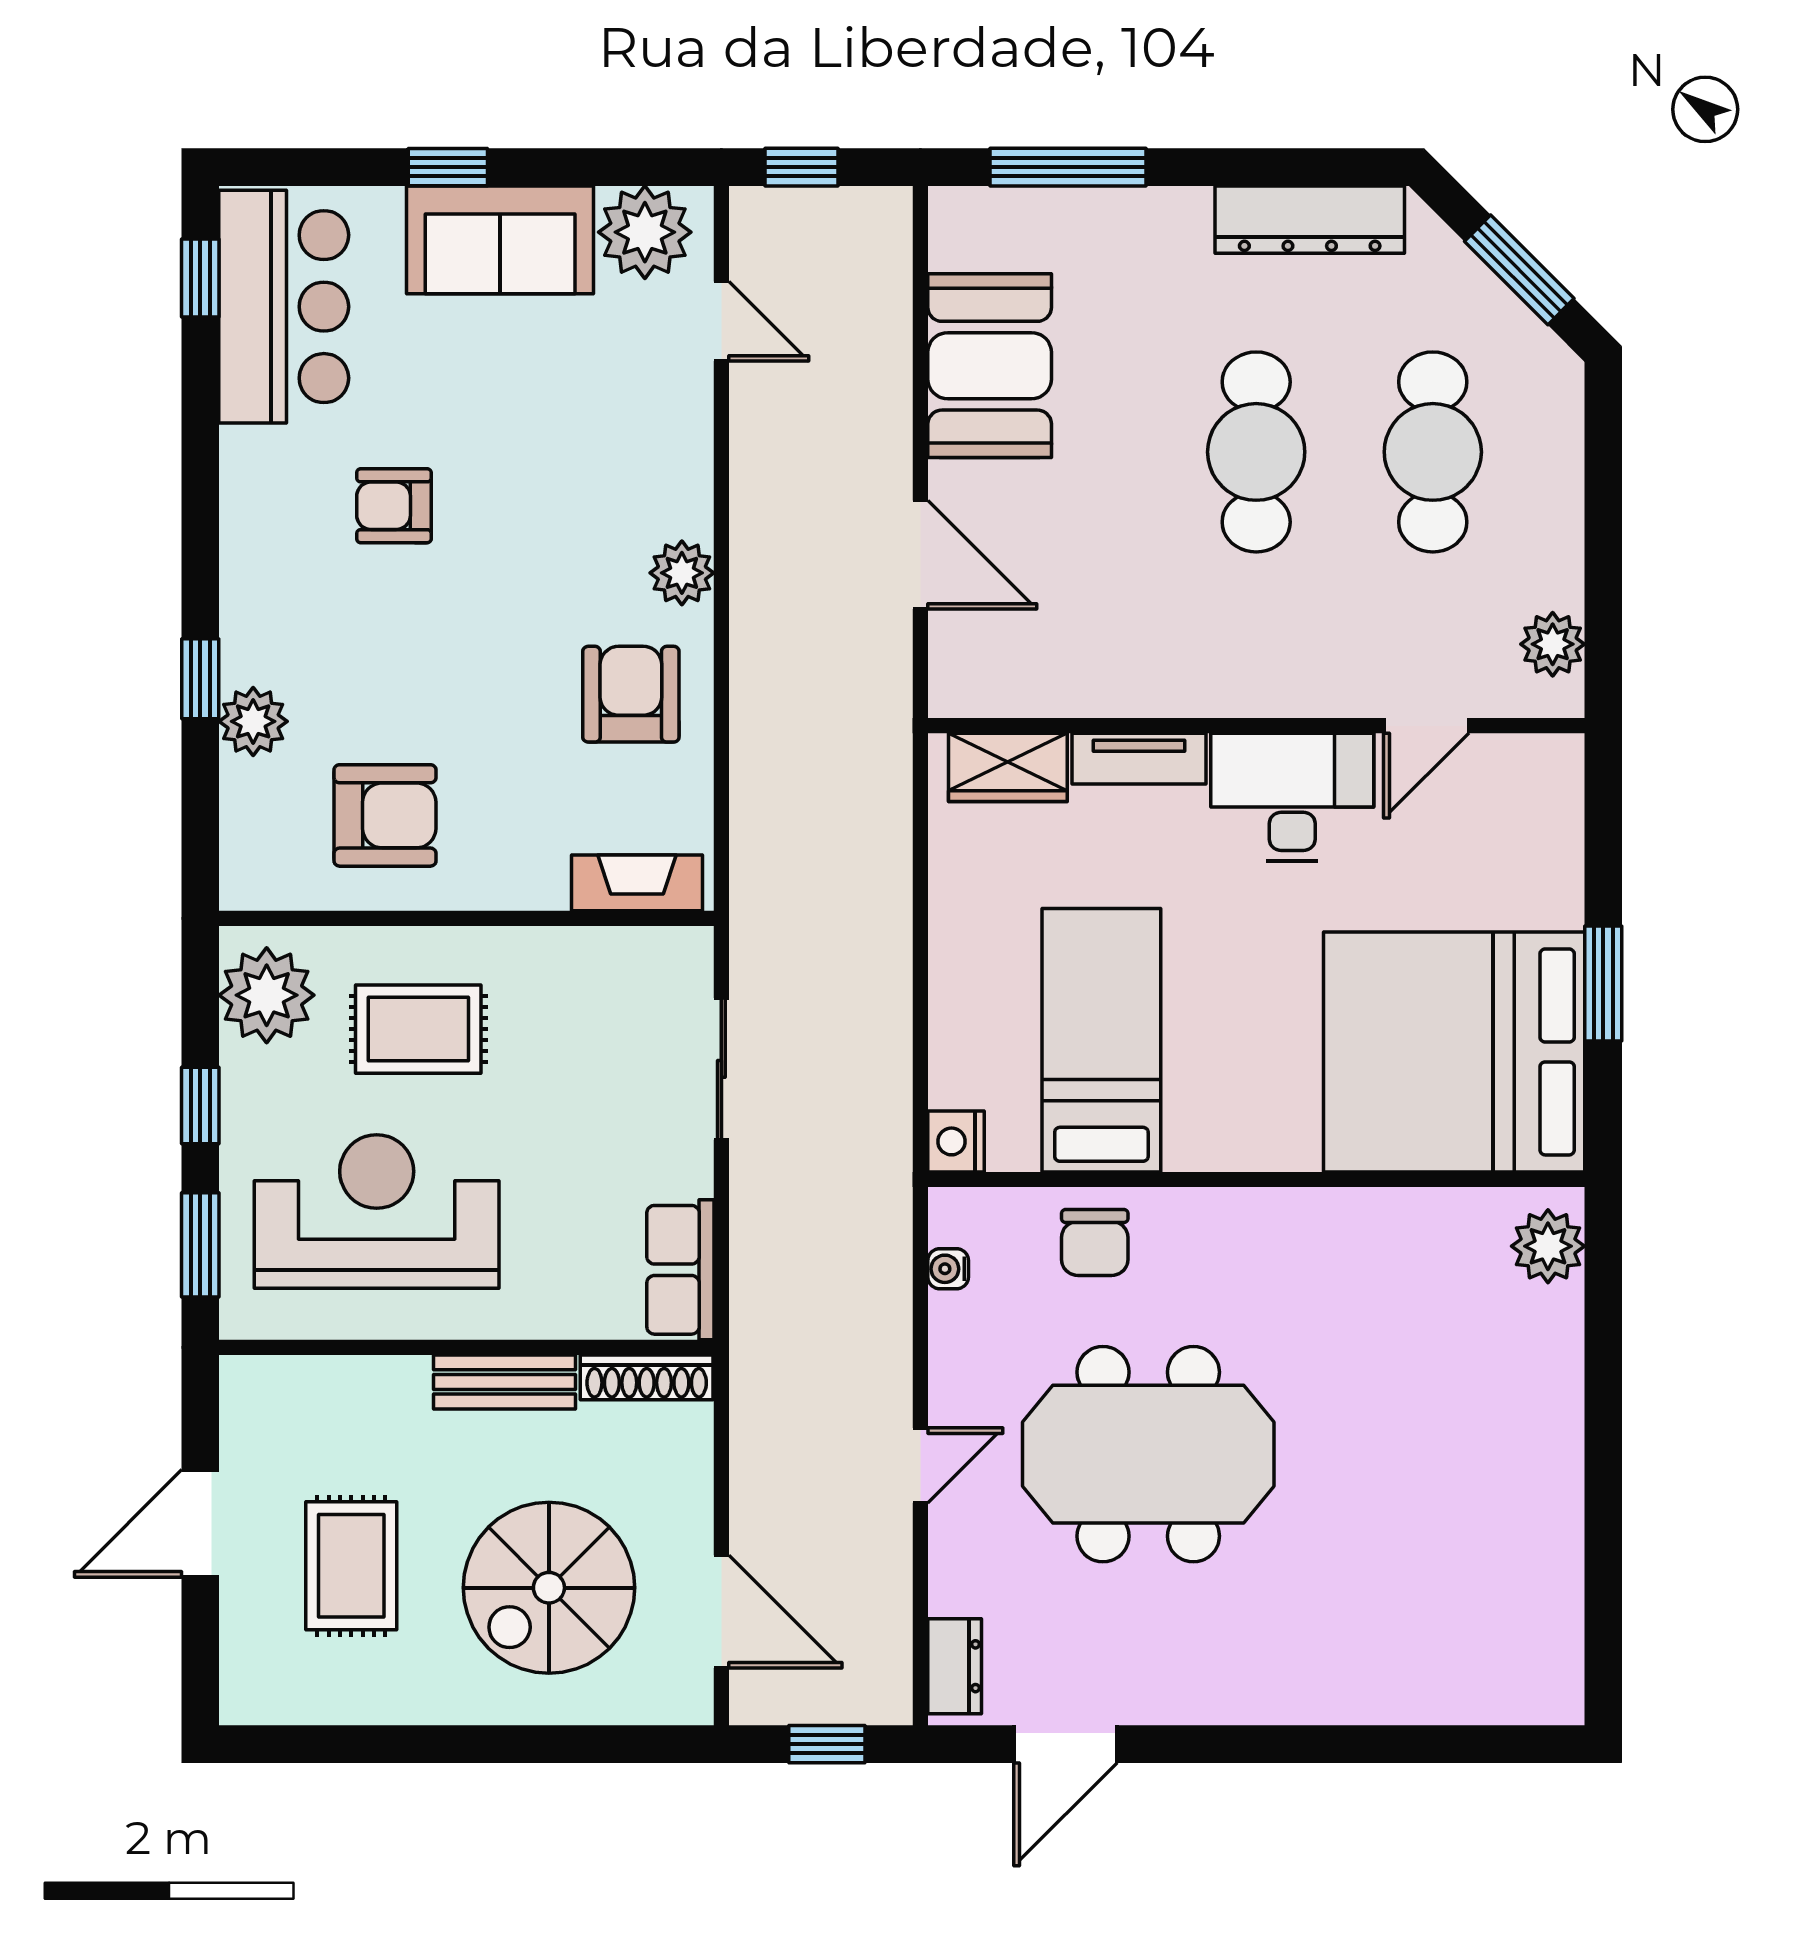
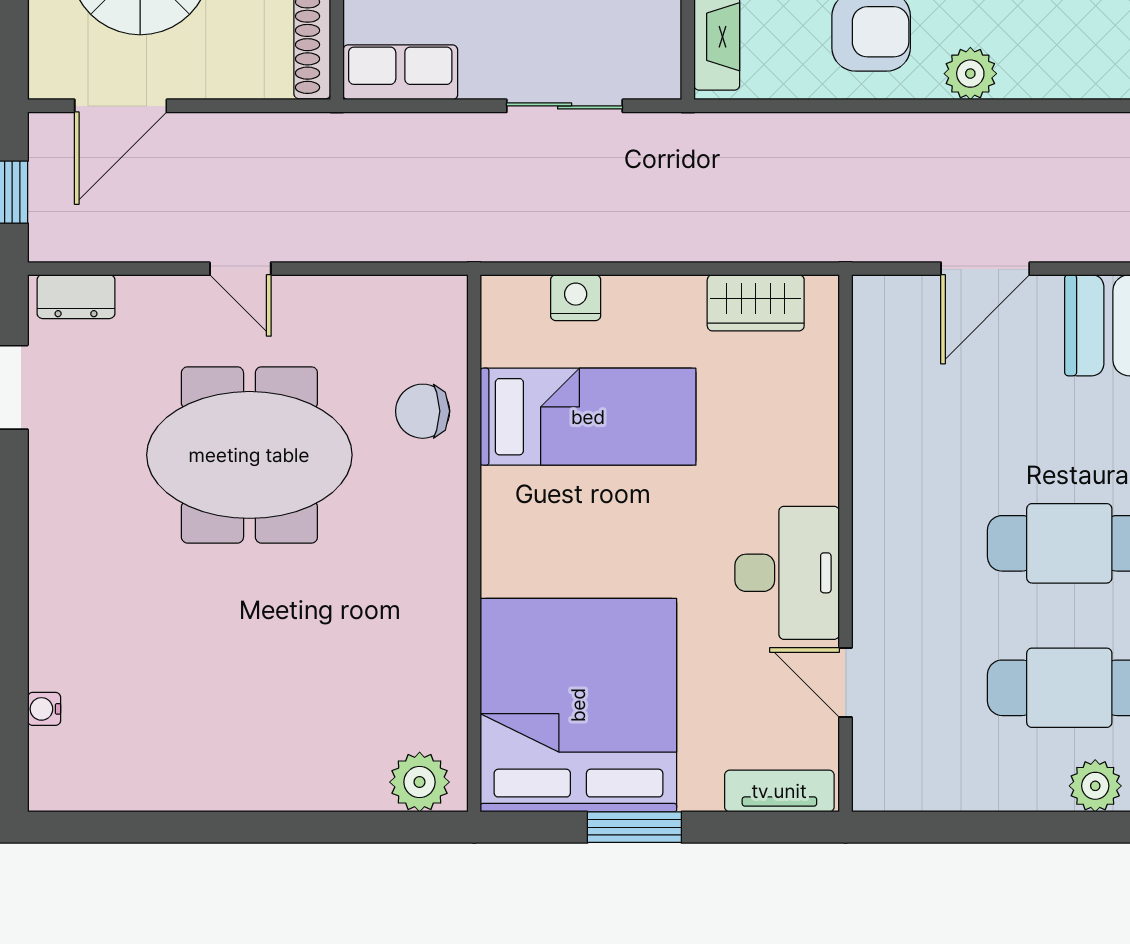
plant: (1553, 644) -> (1095, 786), moved
tv unit: (1139, 759) -> (779, 791), moved, turned 90
wardrobe: (1008, 767) -> (756, 303), moved, turned -90
nightstand: (956, 1141) -> (576, 298), moved
water cooler: (948, 1269) -> (44, 709), moved, turned -90
meeting table: (1148, 1454) -> (249, 455), turned 90

